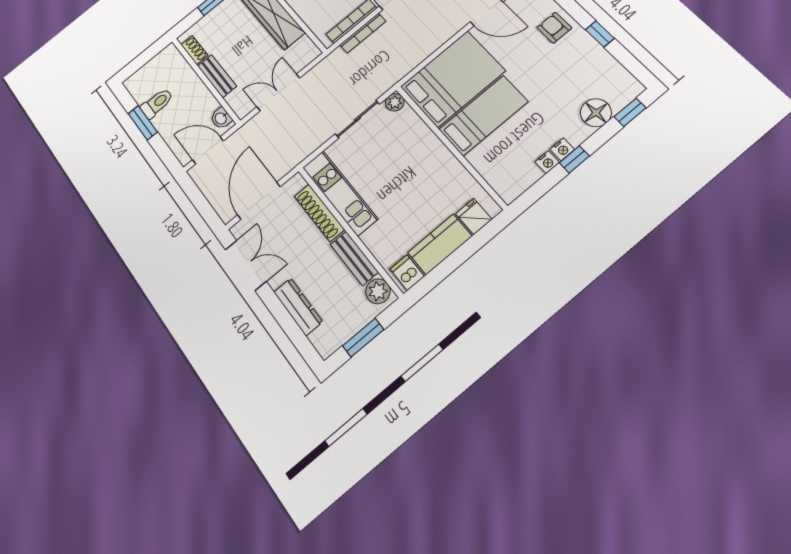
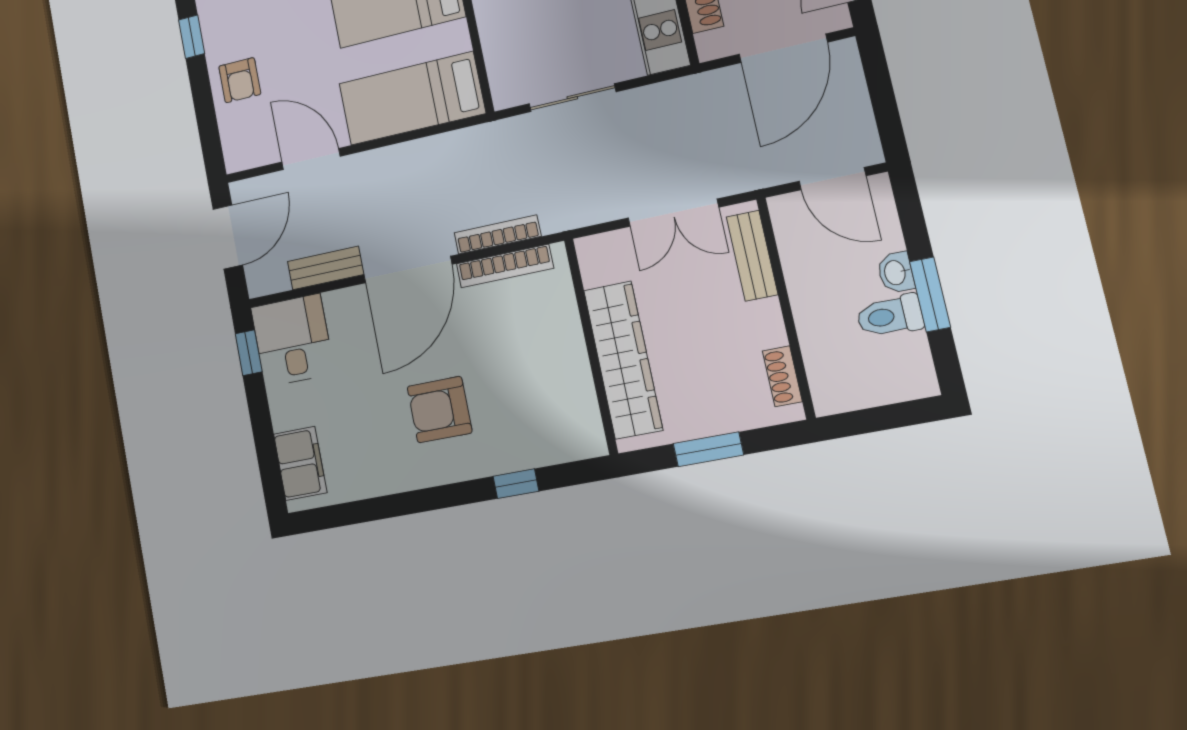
bench: (217, 76) -> (752, 256), moved
bed: (453, 79) -> (412, 98), width x0.67
plant: (395, 102) -> (506, 93), removed
washbasin: (221, 118) -> (896, 272), moved, turned 180

